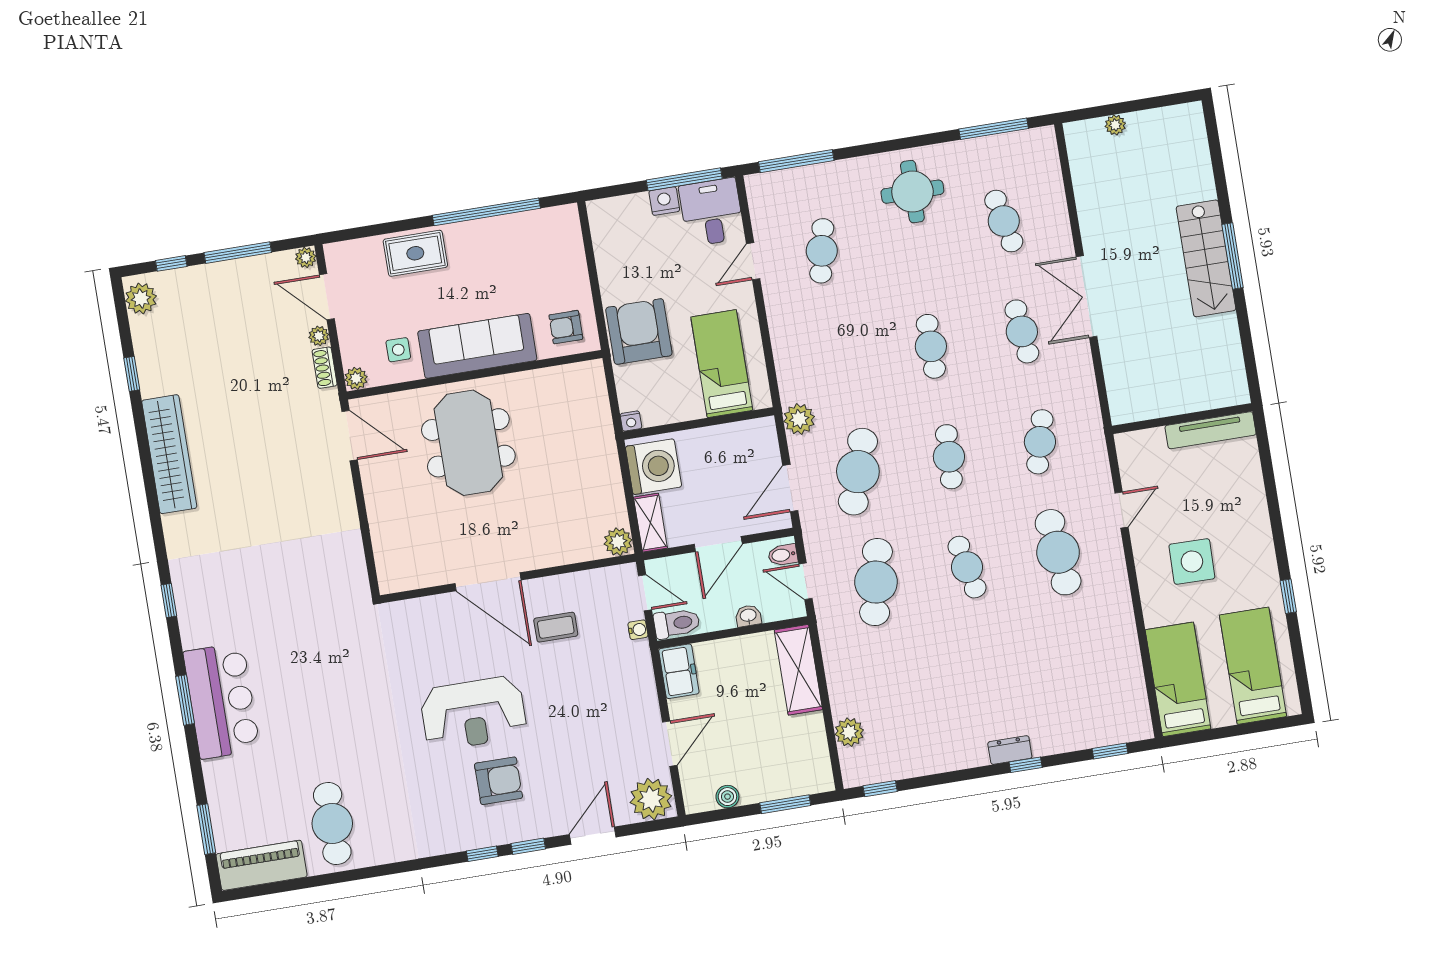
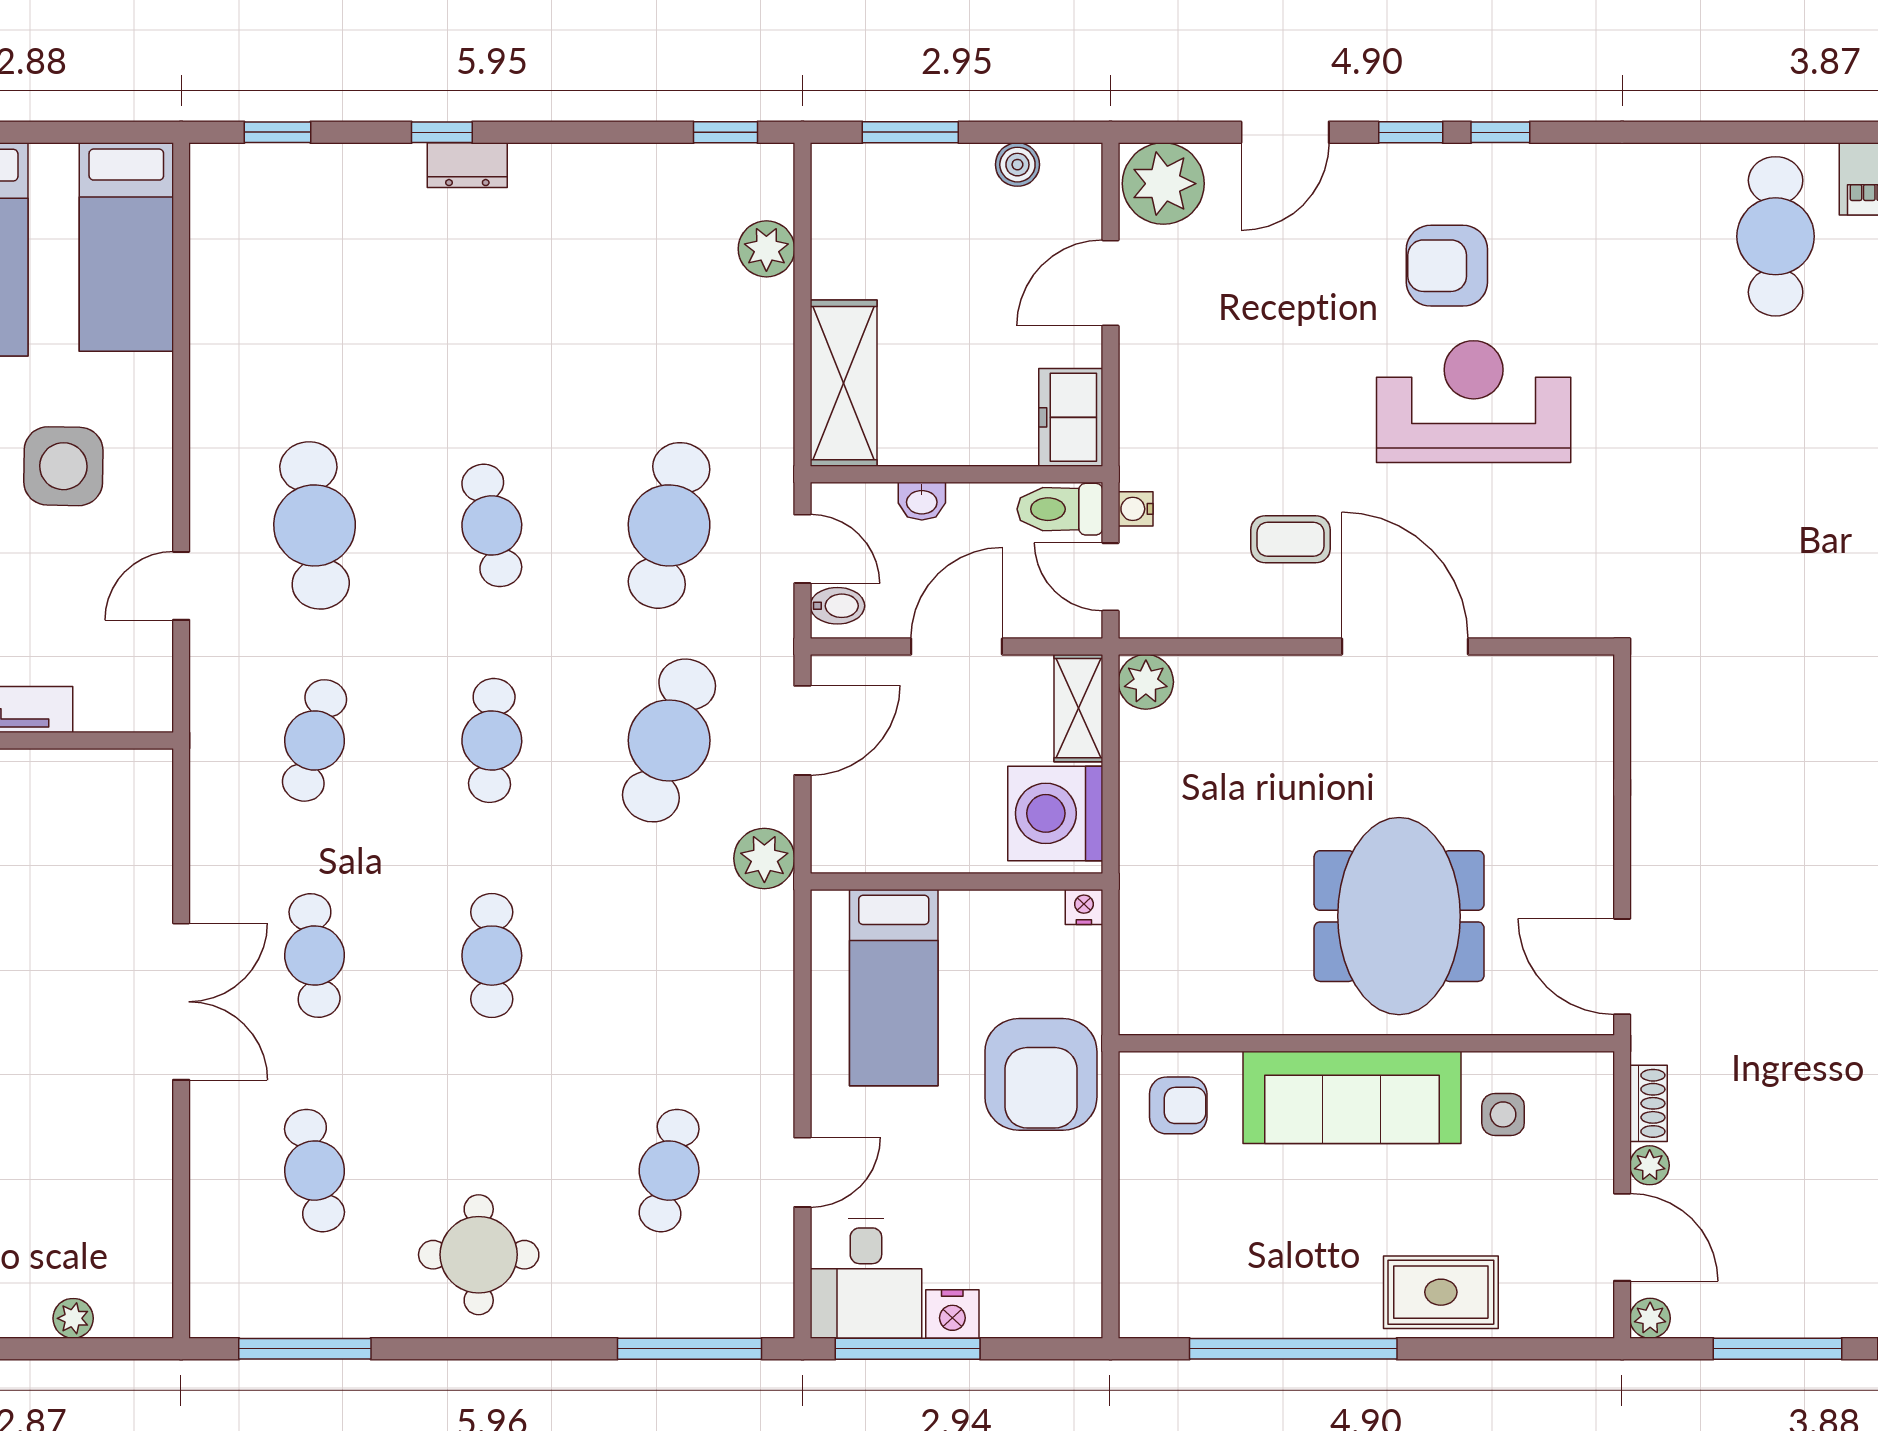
plant: (356, 378) -> (1592, 1073), removed

